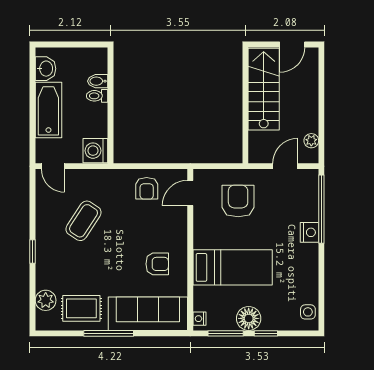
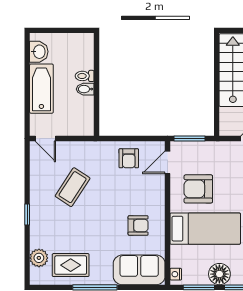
bidet: (98, 81) -> (85, 89), moved
washing machine: (95, 151) -> (83, 125), removed
window: (215, 166) -> (189, 139), added
armchair: (238, 201) -> (198, 189), moved, turned -90
sofa: (148, 314) -> (139, 270), width x0.73

